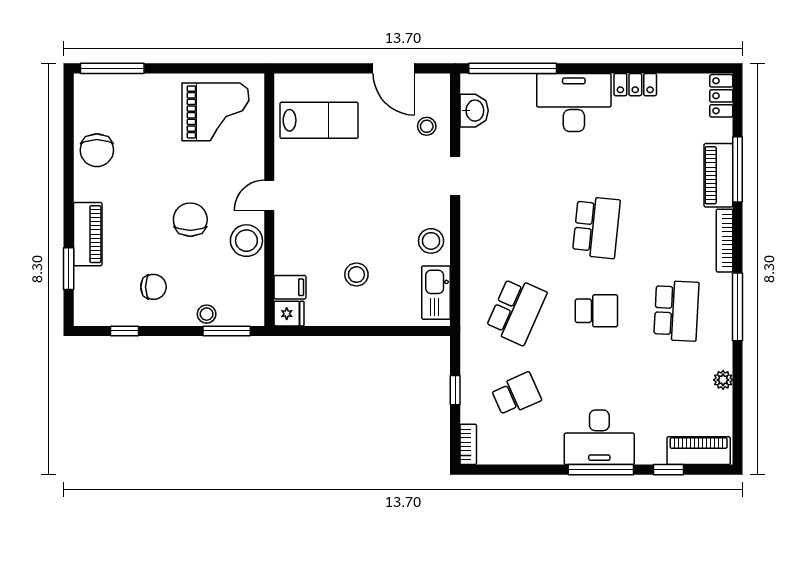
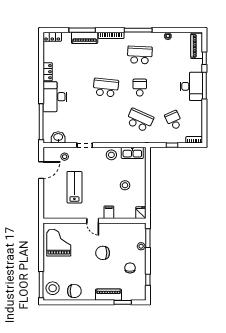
lab bench: (319, 120) -> (74, 187), moved
stool: (246, 241) -> (53, 288), moved
filing cabinet: (290, 287) -> (109, 212), moved

